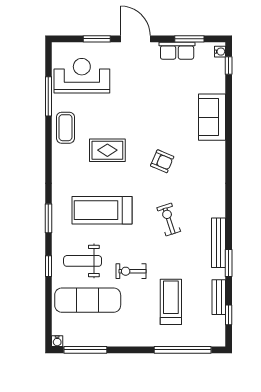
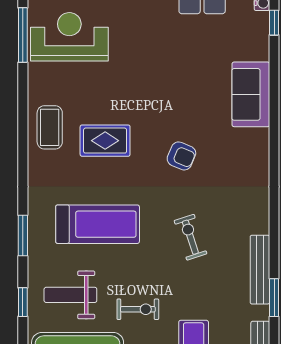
window: (48, 96) -> (23, 35), moved
coffee table: (65, 128) -> (50, 127), moved
treadmill: (102, 210) -> (98, 224), turned 180
exercise bike: (131, 271) -> (138, 309), turned 180

